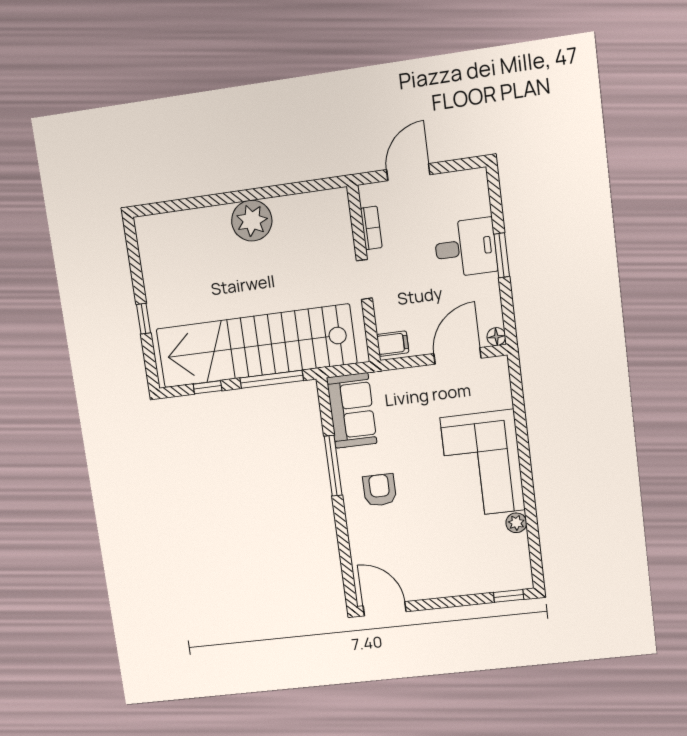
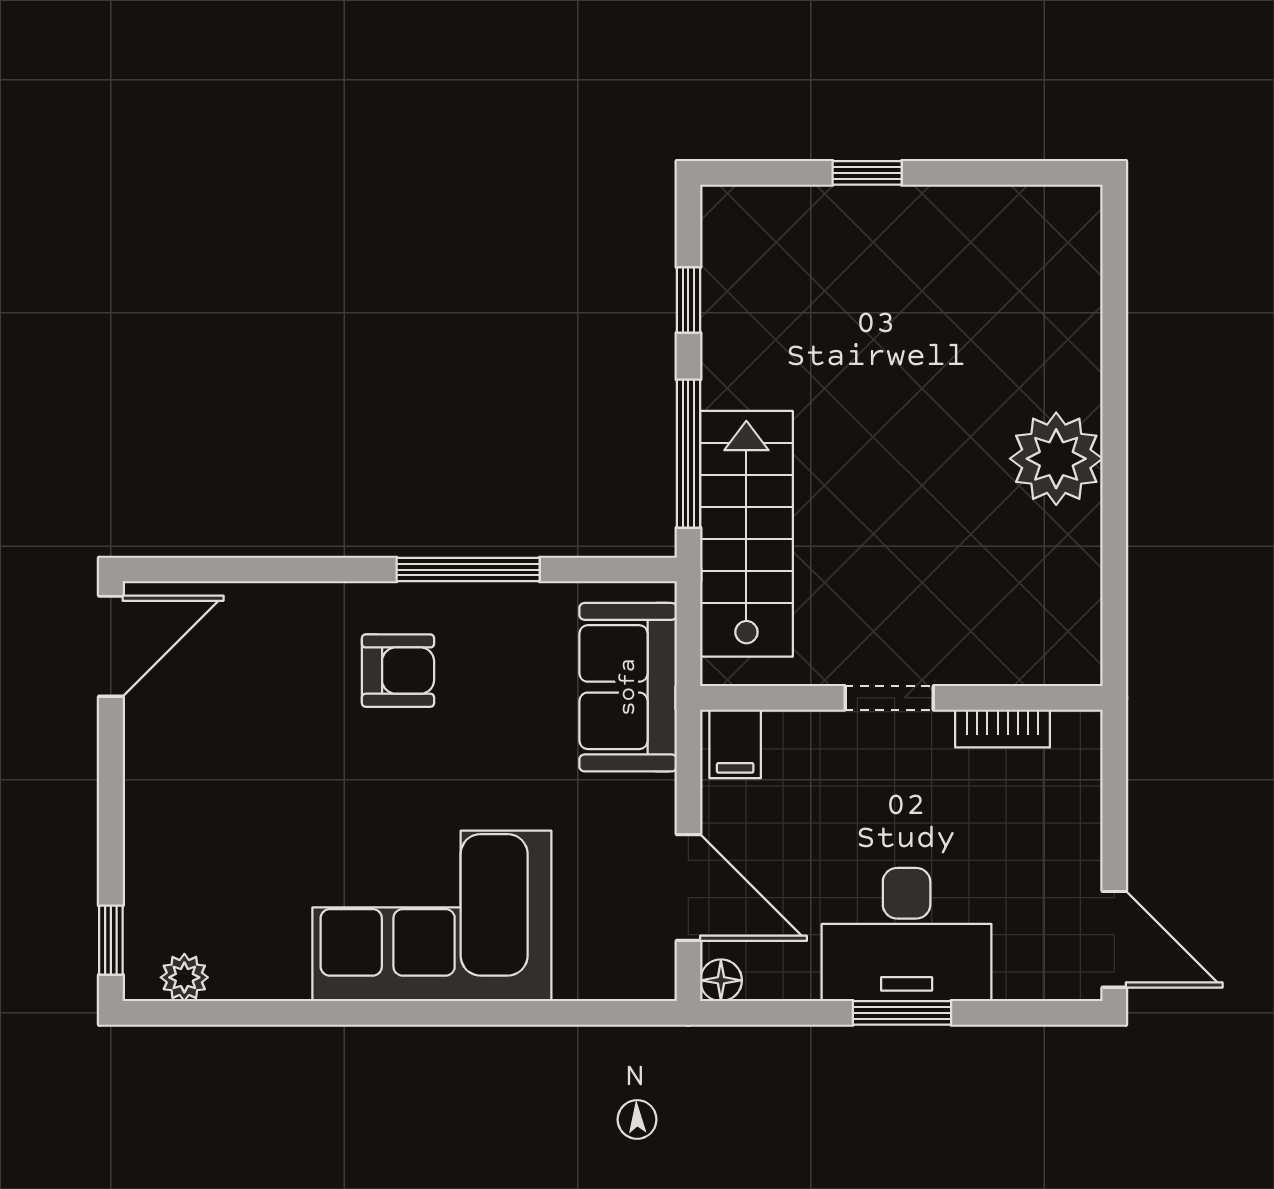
door: (408, 172) -> (1114, 939), moved
desk: (466, 248) -> (907, 935), width x1.37
stairs: (256, 346) -> (746, 534), width x0.54, depth x0.66
sofa: (352, 411) -> (628, 687), moved, turned 90
plant: (516, 523) -> (184, 977), moved

